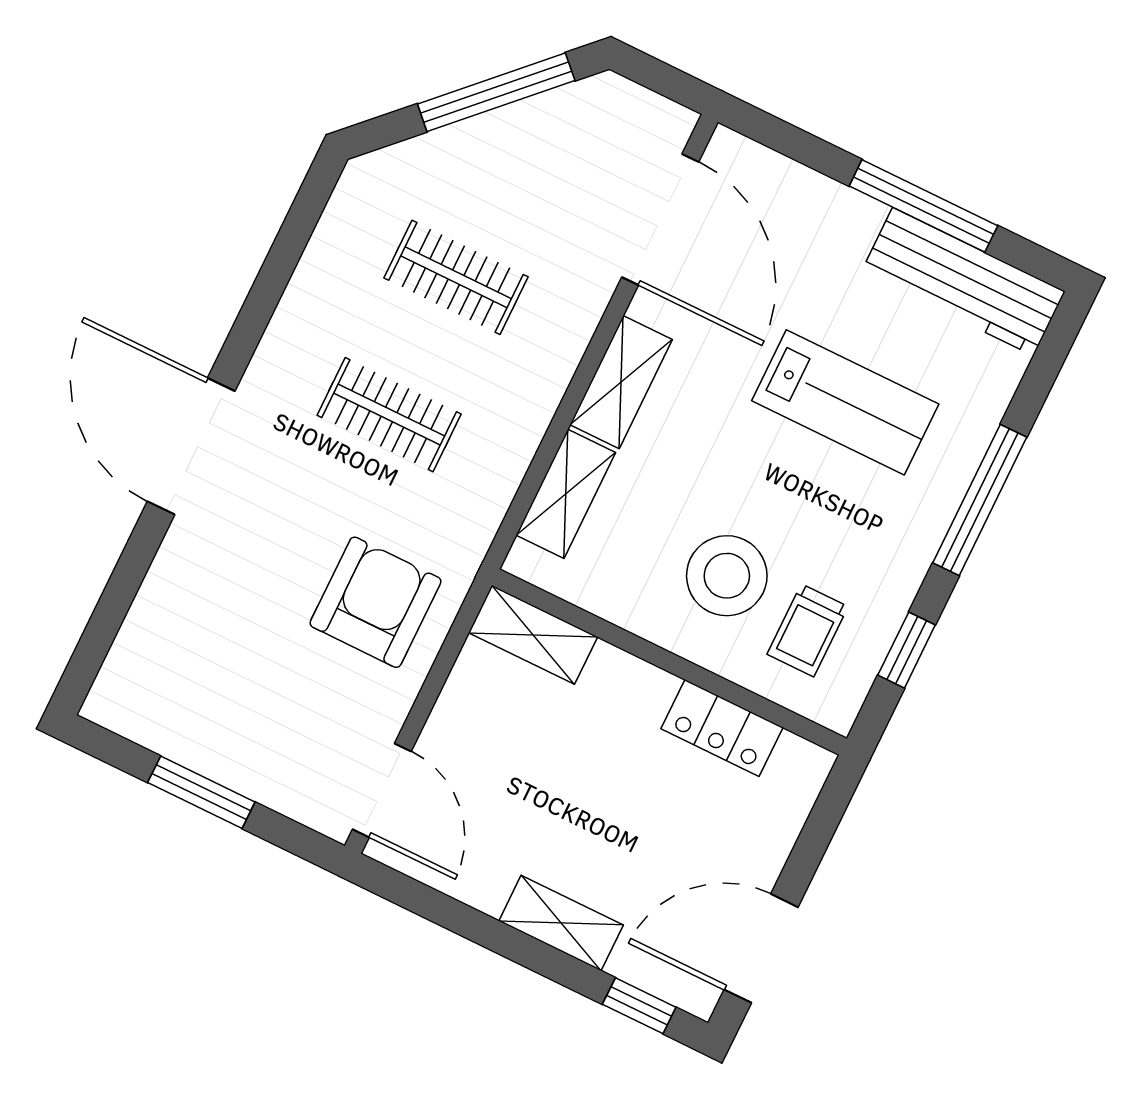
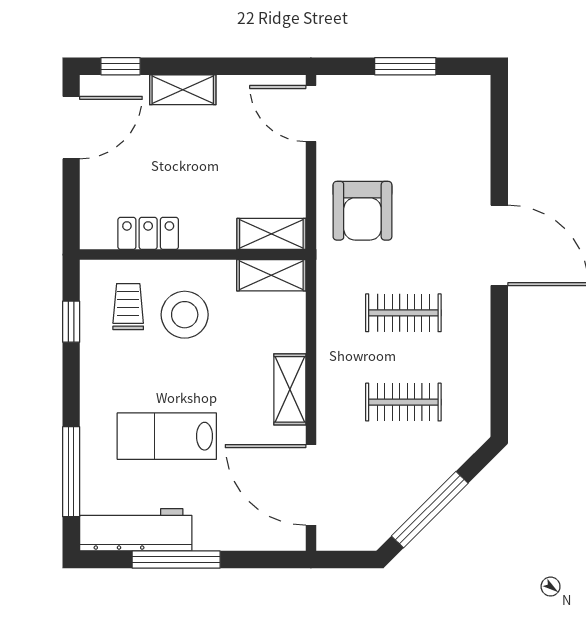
shelving: (566, 494) -> (271, 275), moved, turned 90
window: (980, 500) -> (71, 472), moved

